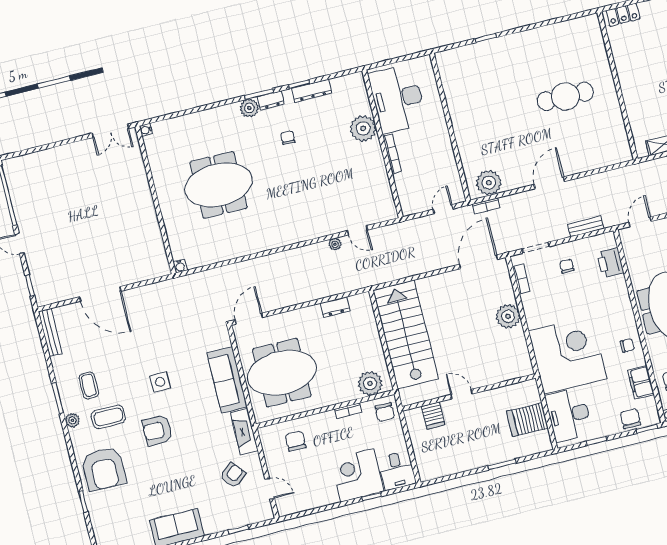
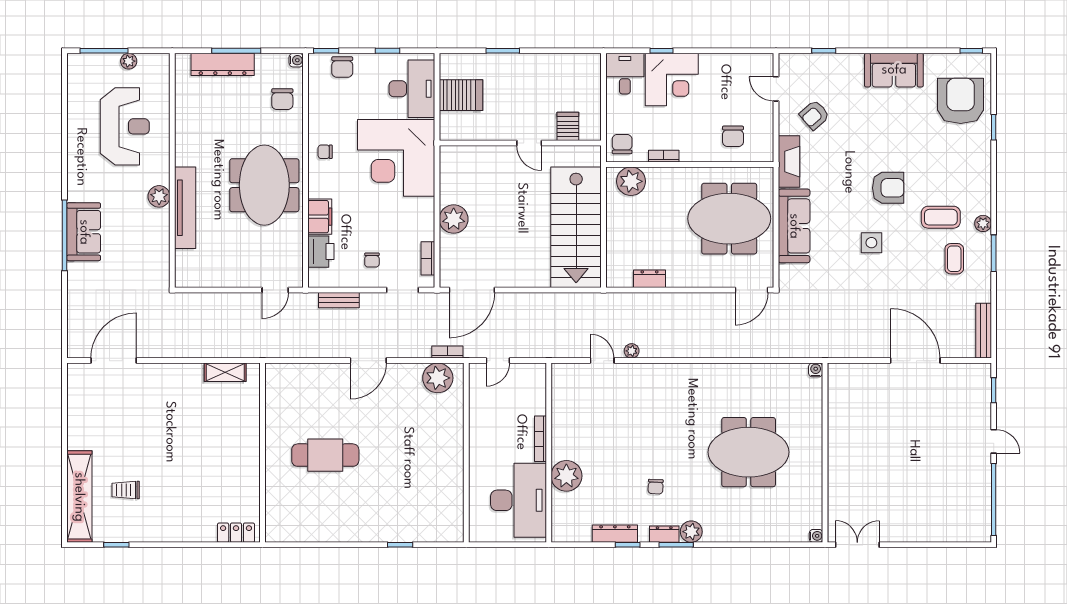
filing cabinet: (641, 382) -> (320, 217), moved
armchair: (104, 469) -> (961, 101), moved

